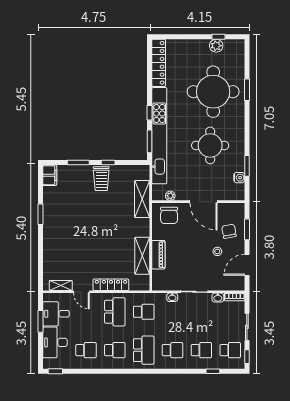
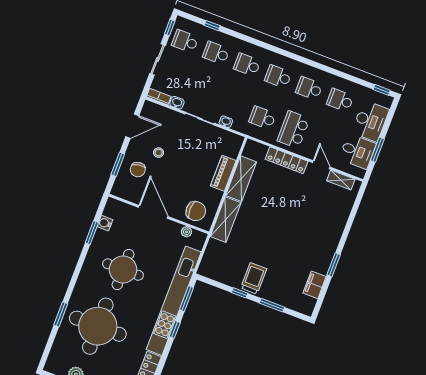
filing cabinet: (50, 175) -> (315, 285), moved
shelving: (142, 199) -> (226, 220), moved
chair: (169, 215) -> (196, 211), turned 90
school desk: (144, 350) -> (278, 77), width x0.54

